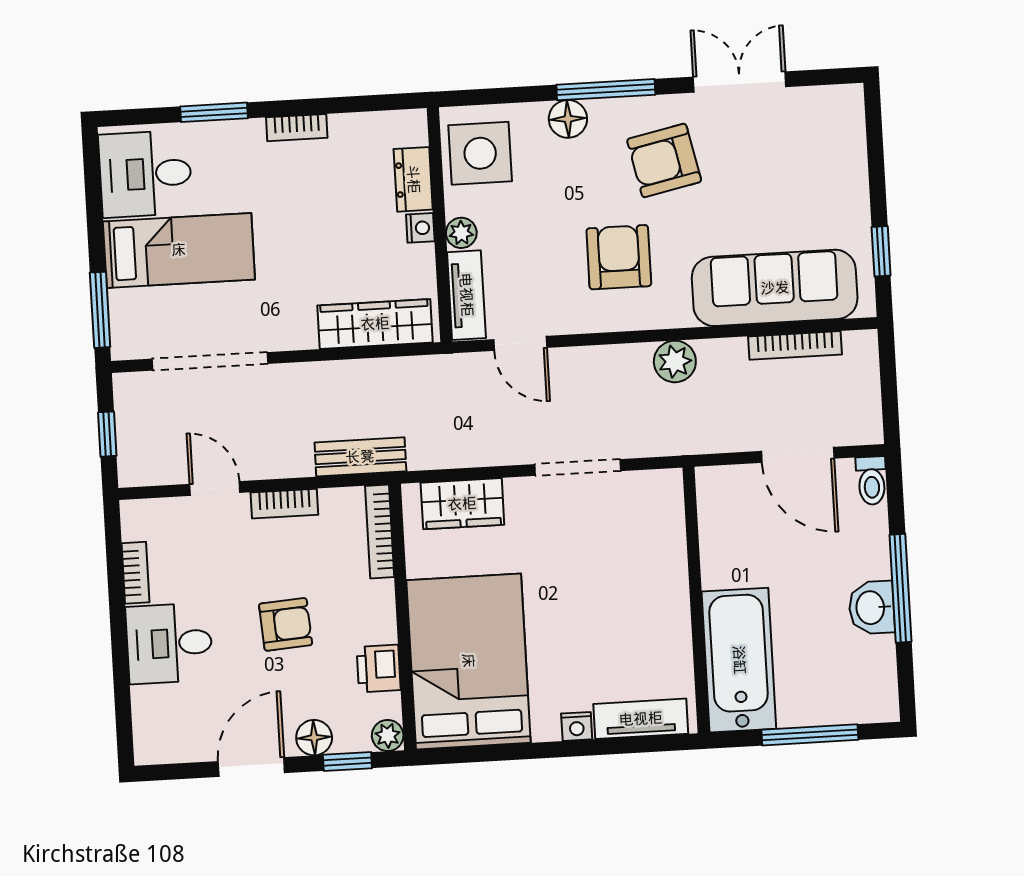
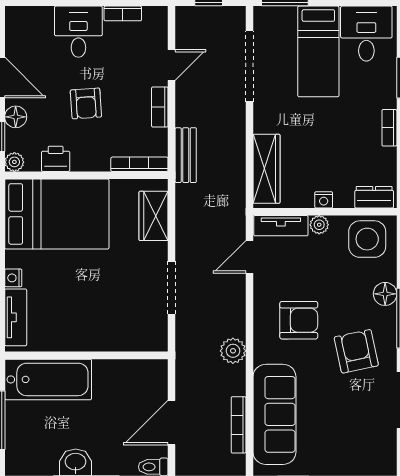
dresser: (413, 179) -> (374, 197), moved

